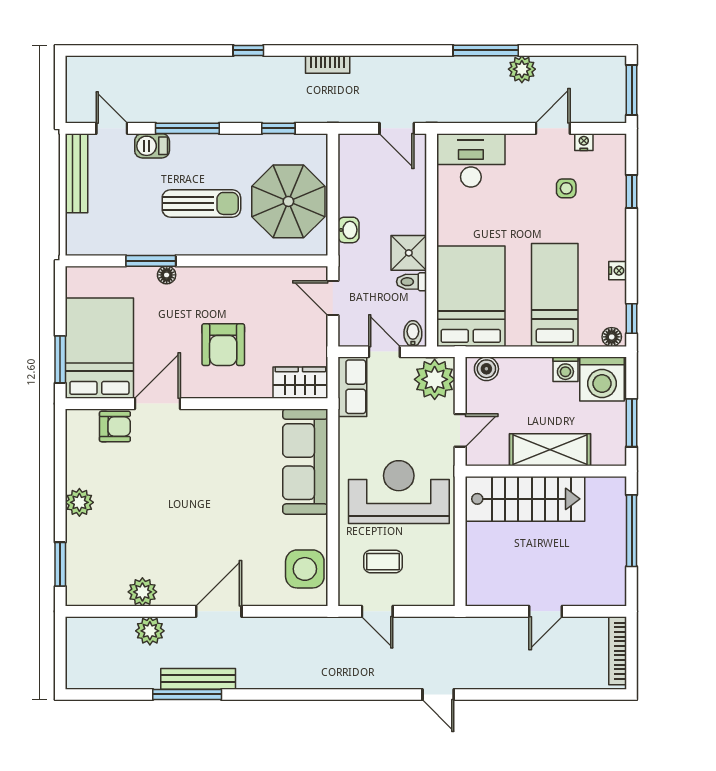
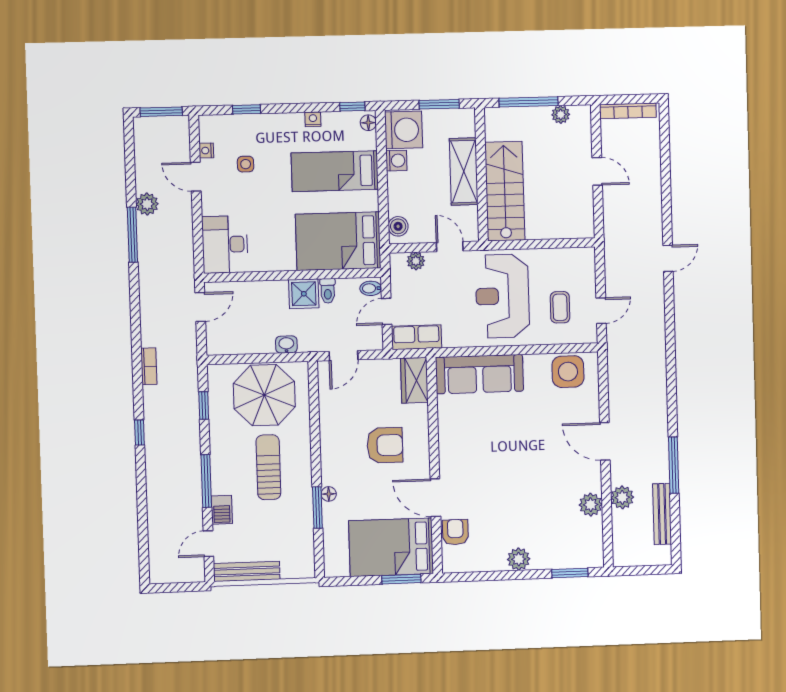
plant: (435, 379) -> (416, 261), width x0.53, depth x0.53
plant: (615, 569) -> (561, 115), added
bench: (198, 679) -> (662, 514), moved

